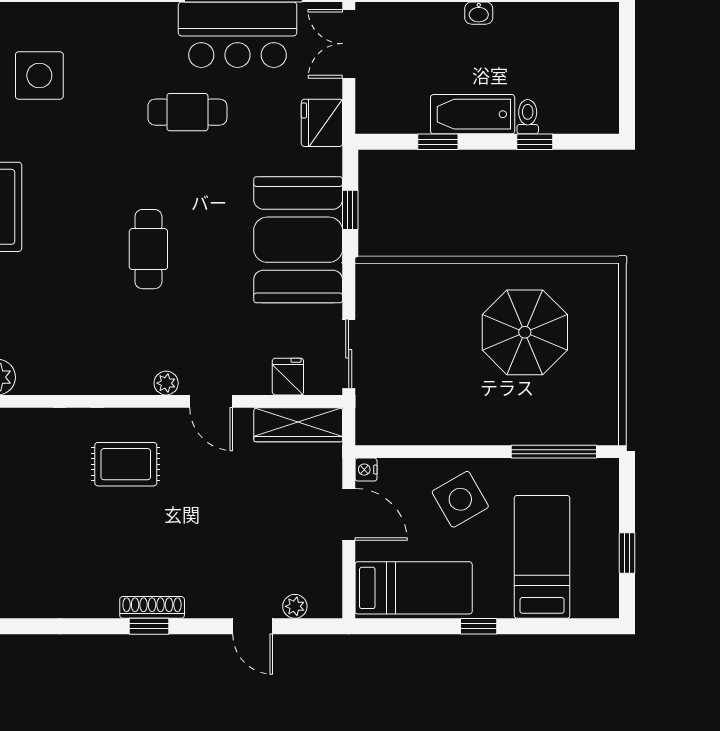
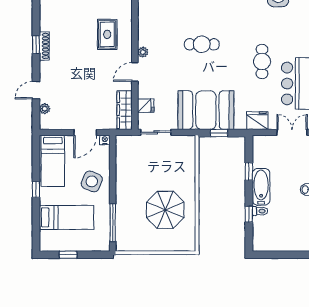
side table: (460, 499) -> (92, 181), turned -38

